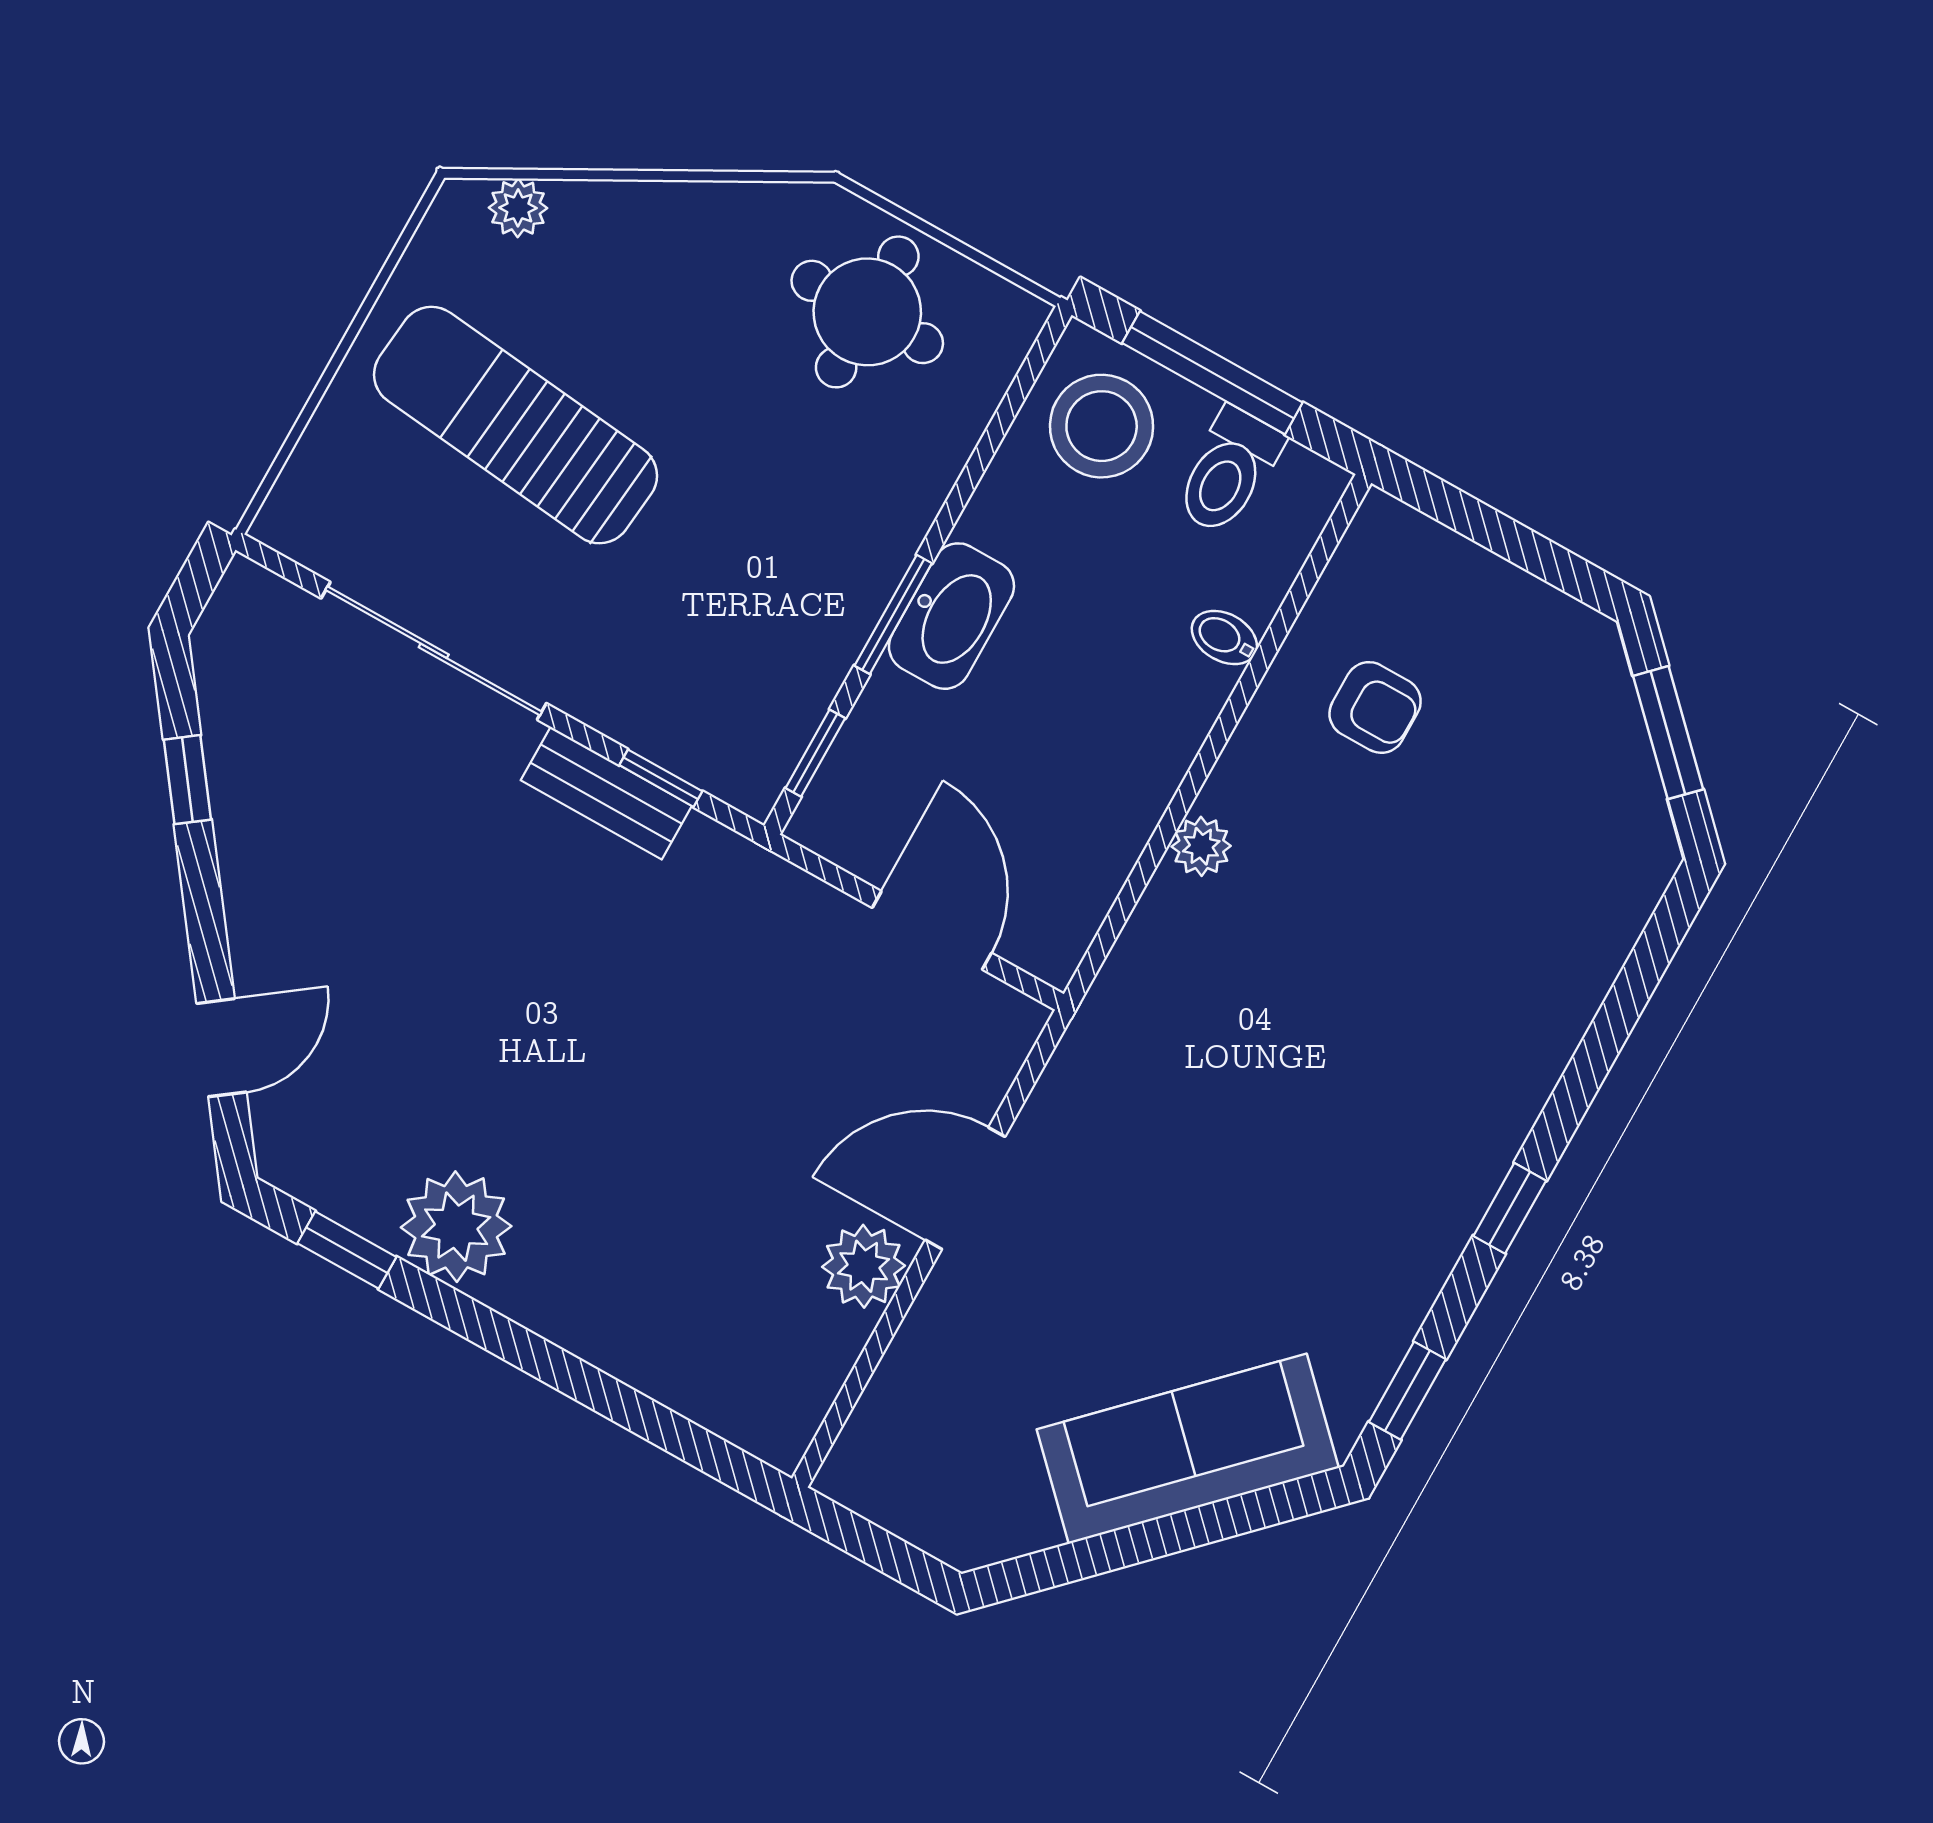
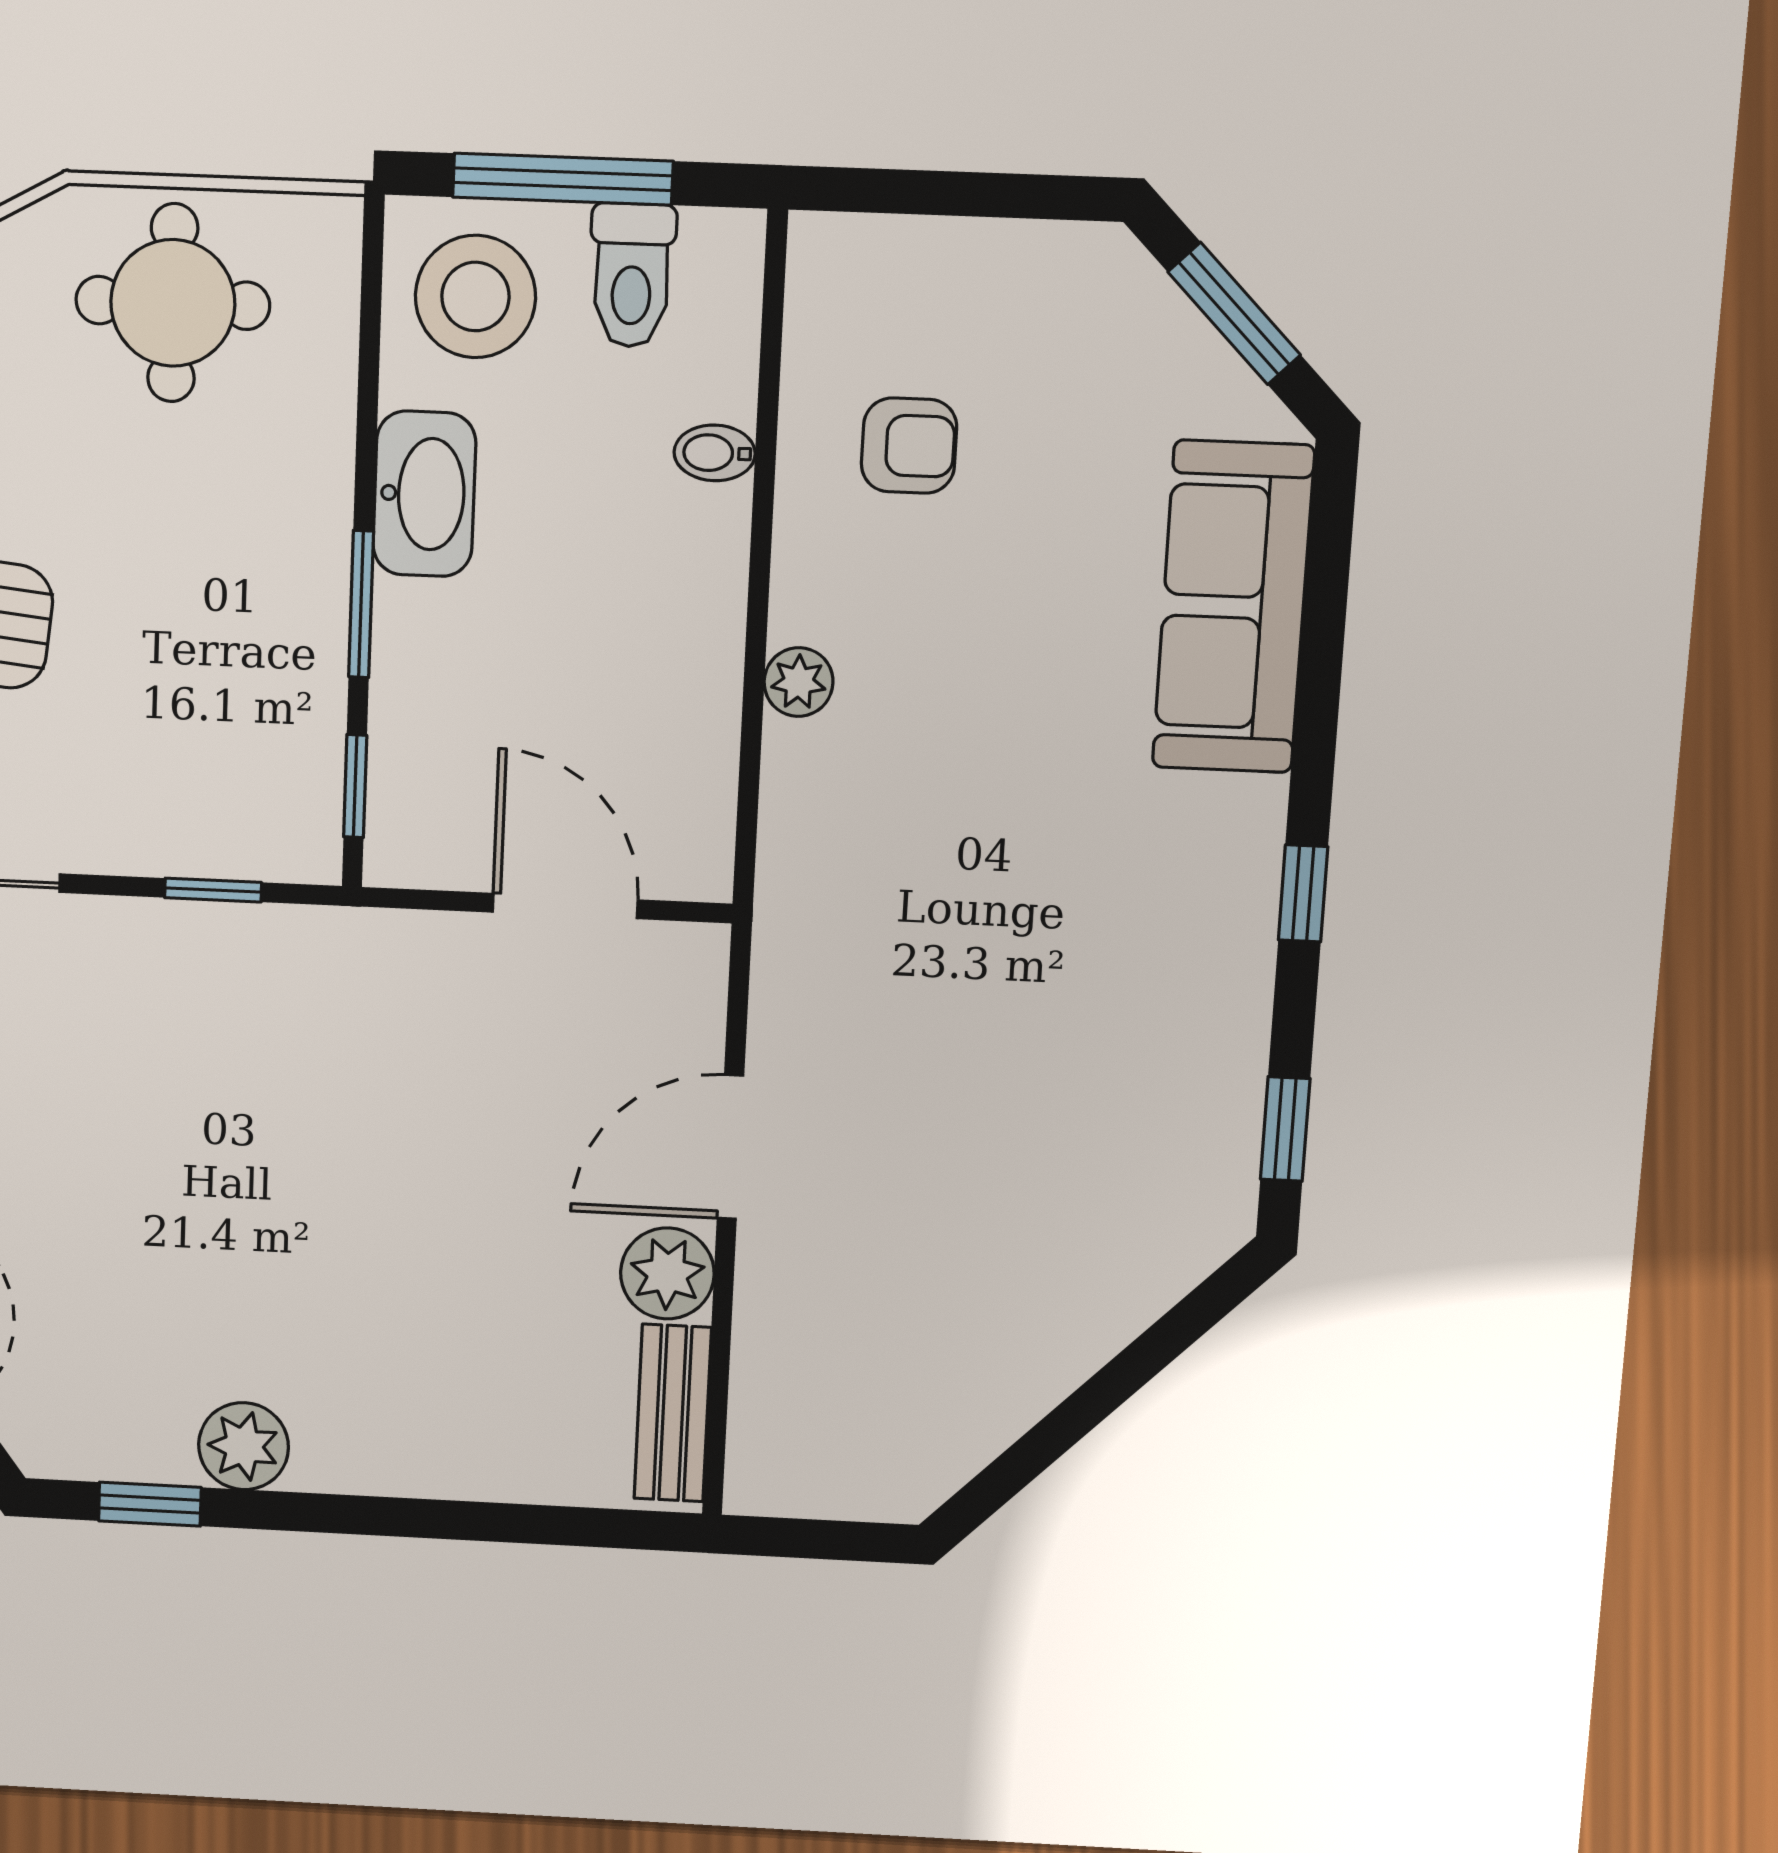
washbasin: (951, 616) -> (424, 494), moved
bench: (606, 793) -> (673, 1413), moved, turned 90
plant: (456, 1227) -> (244, 1446), width x0.73, depth x0.73
sofa: (1188, 1449) -> (1233, 607), moved, turned -45

